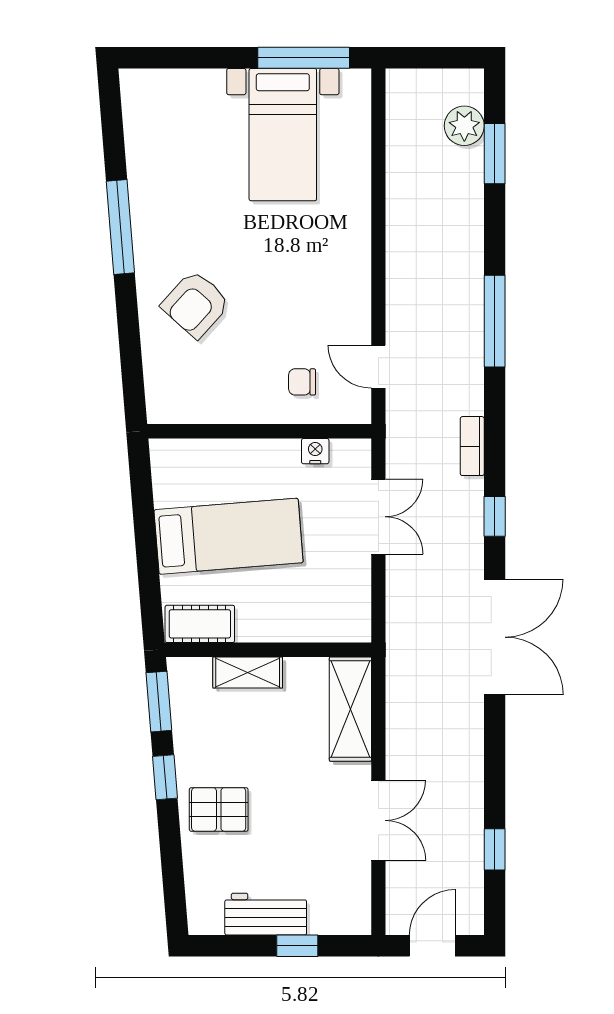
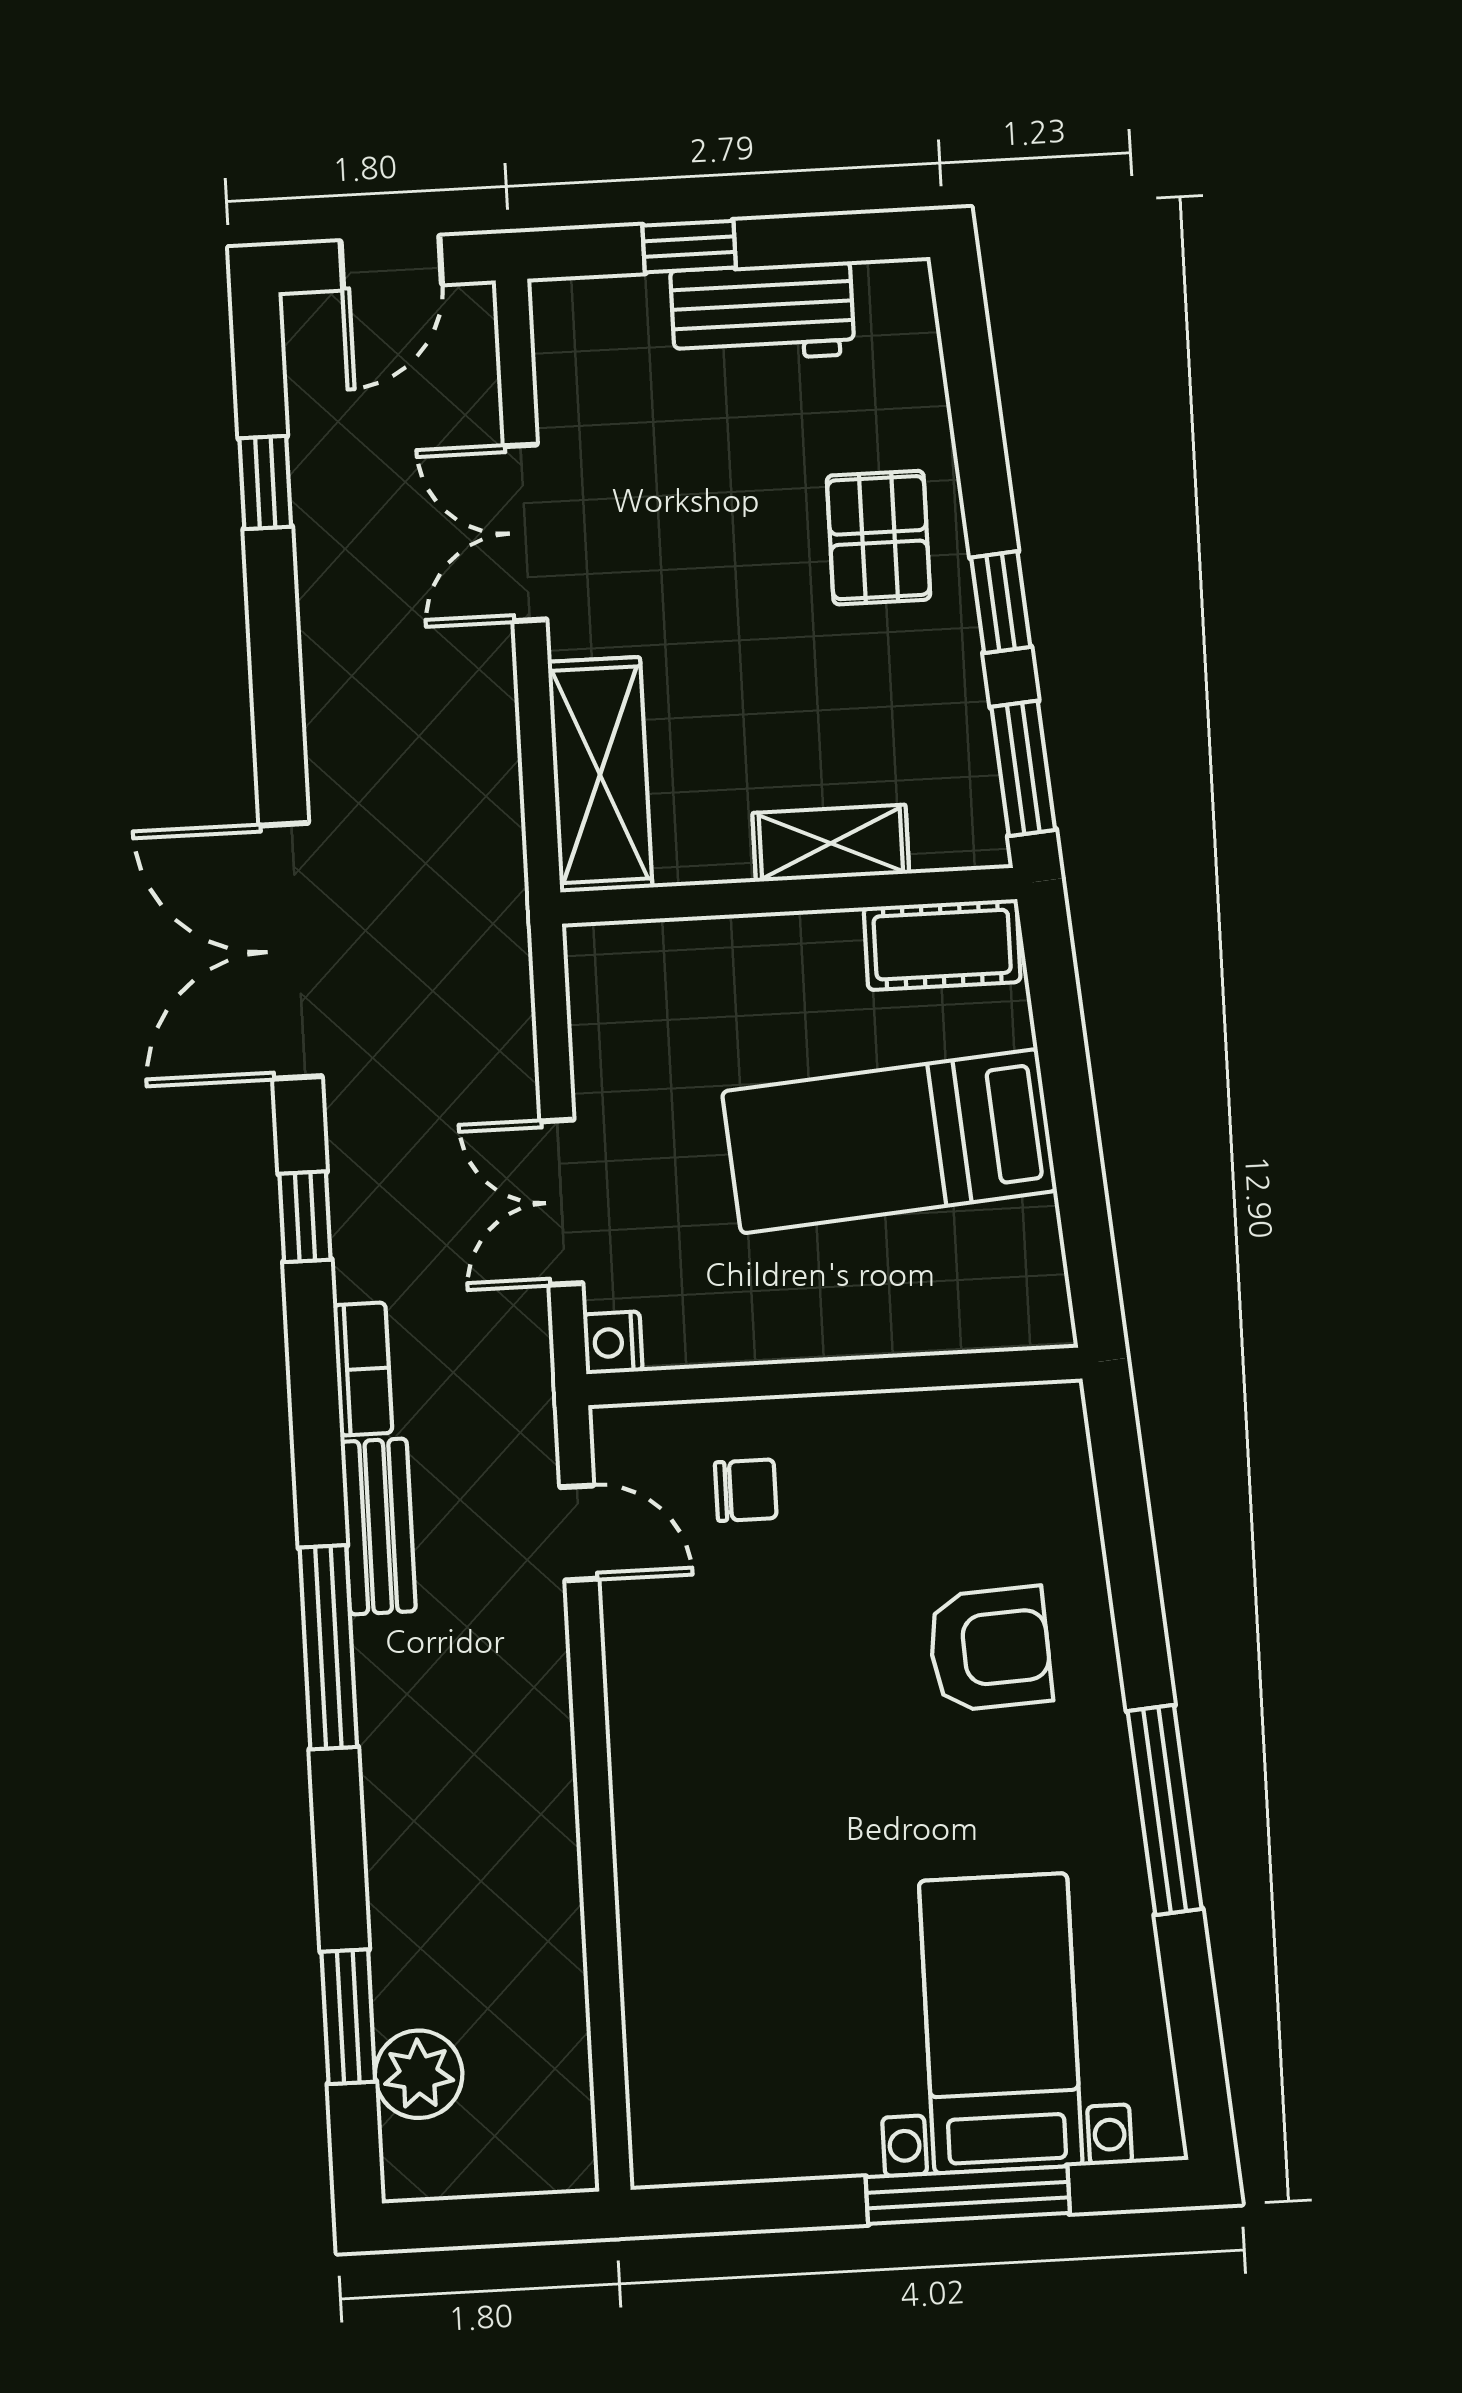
window: (304, 58) -> (968, 2195), moved
bed with nightstands: (283, 135) -> (1001, 2023), moved
armchair: (196, 304) -> (990, 1649), turned 45
bench: (469, 374) -> (378, 1527), added
nightstand: (315, 451) -> (613, 1343), moved, turned 90
pallet: (219, 809) -> (879, 538), turned 90

